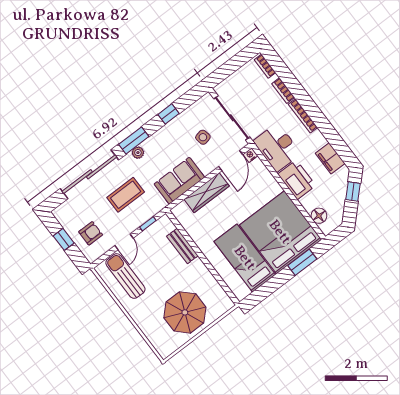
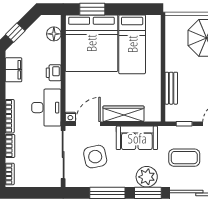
window: (169, 114) -> (107, 193), width x2.17
side table: (203, 137) -> (95, 157), width x1.87, depth x1.87
plant: (138, 153) -> (147, 177), width x1.87, depth x1.87
printer: (297, 180) -> (54, 73), width x0.53, depth x0.68

